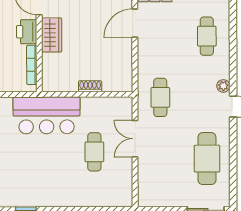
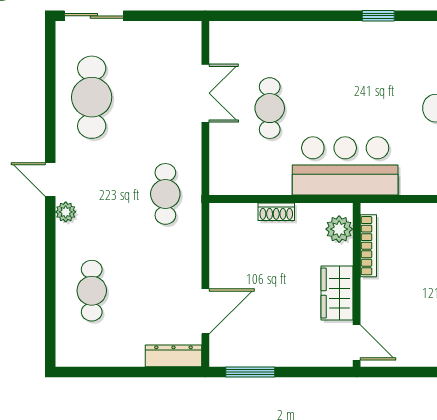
printer: (27, 32) -> (376, 298), removed
plant: (50, 75) -> (339, 229), added
double door: (135, 139) -> (205, 93), moved

